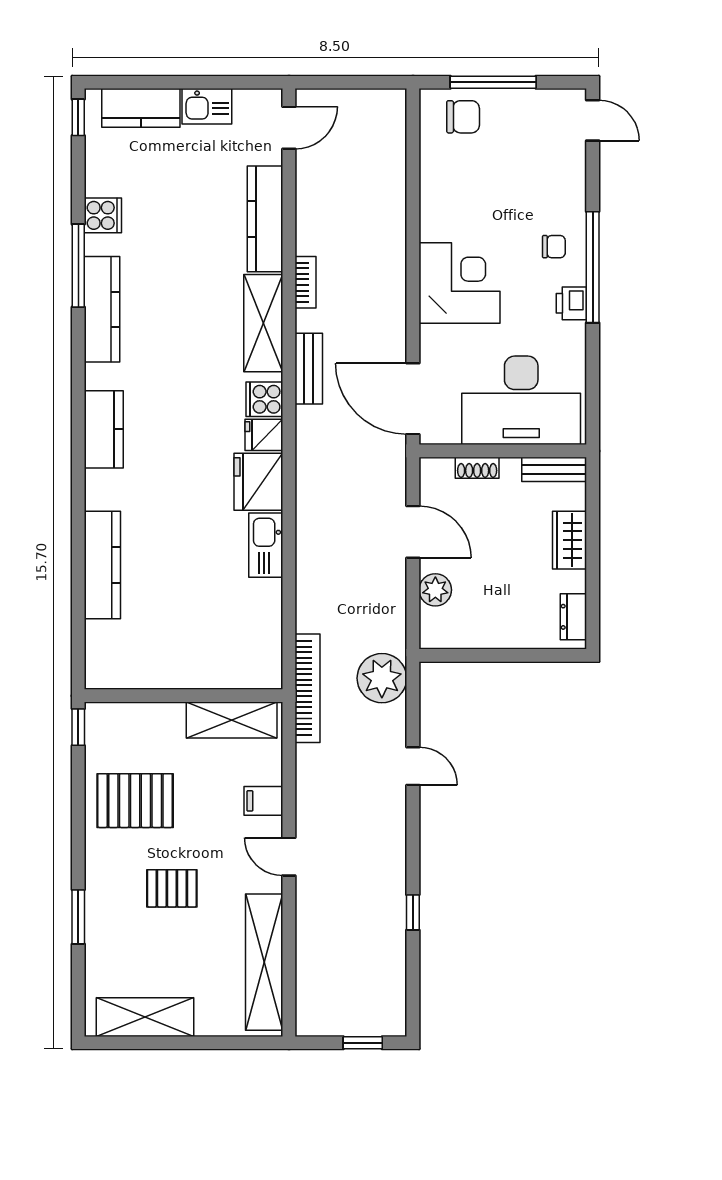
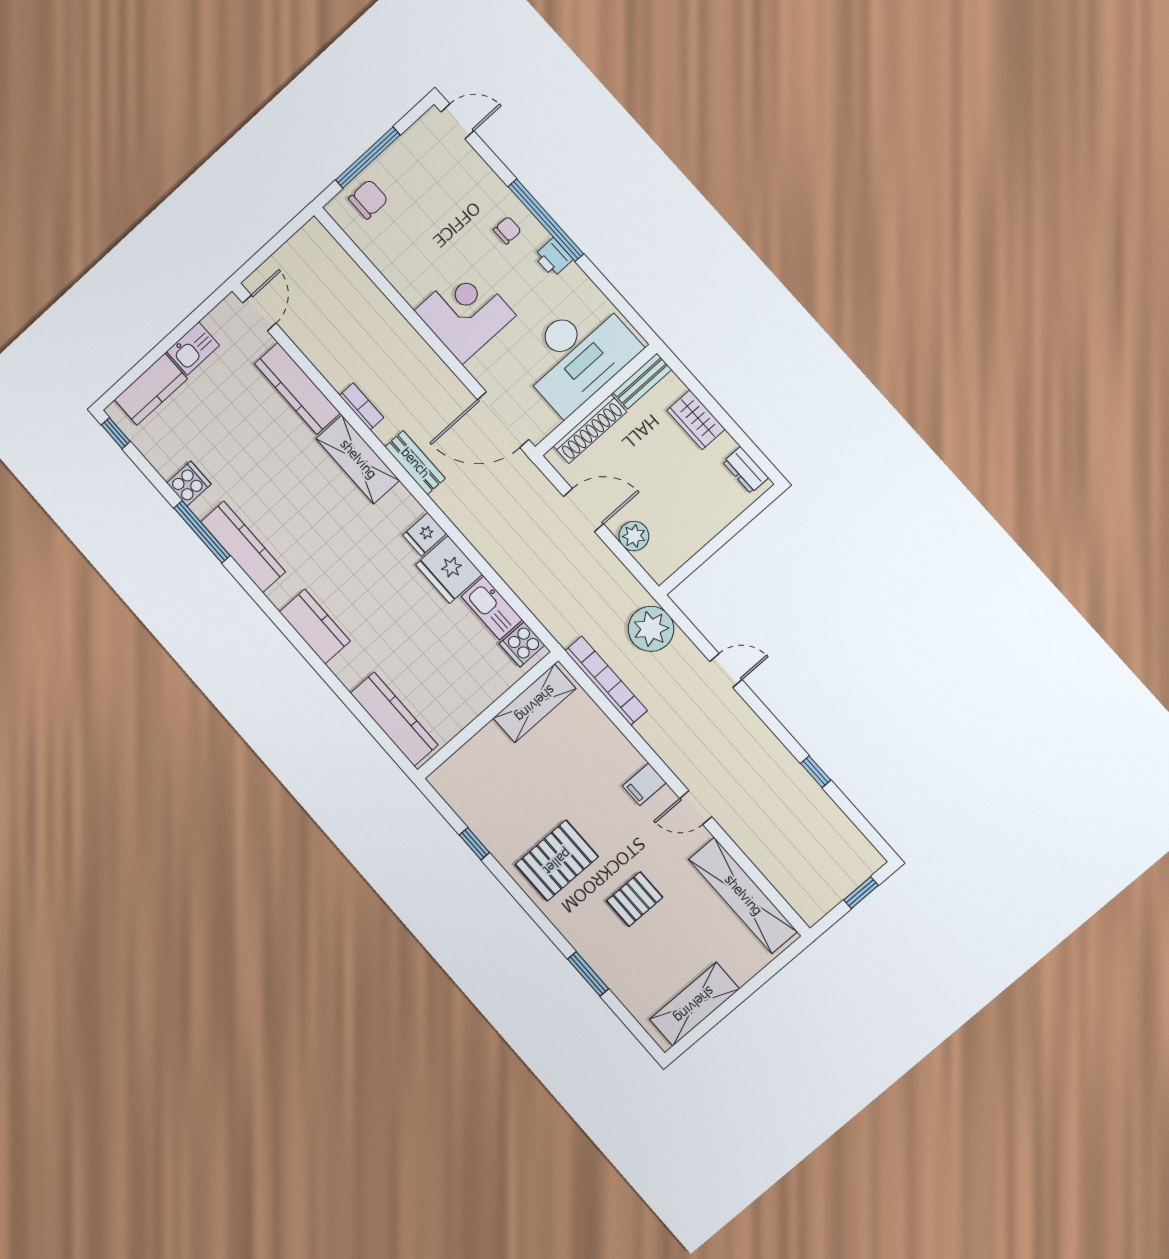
cooker: (264, 399) -> (522, 644), moved
shoe rack: (477, 468) -> (590, 429), width x1.94, depth x1.24
wall: (184, 696) -> (488, 715), moved
shelving: (232, 720) -> (535, 703), moved

